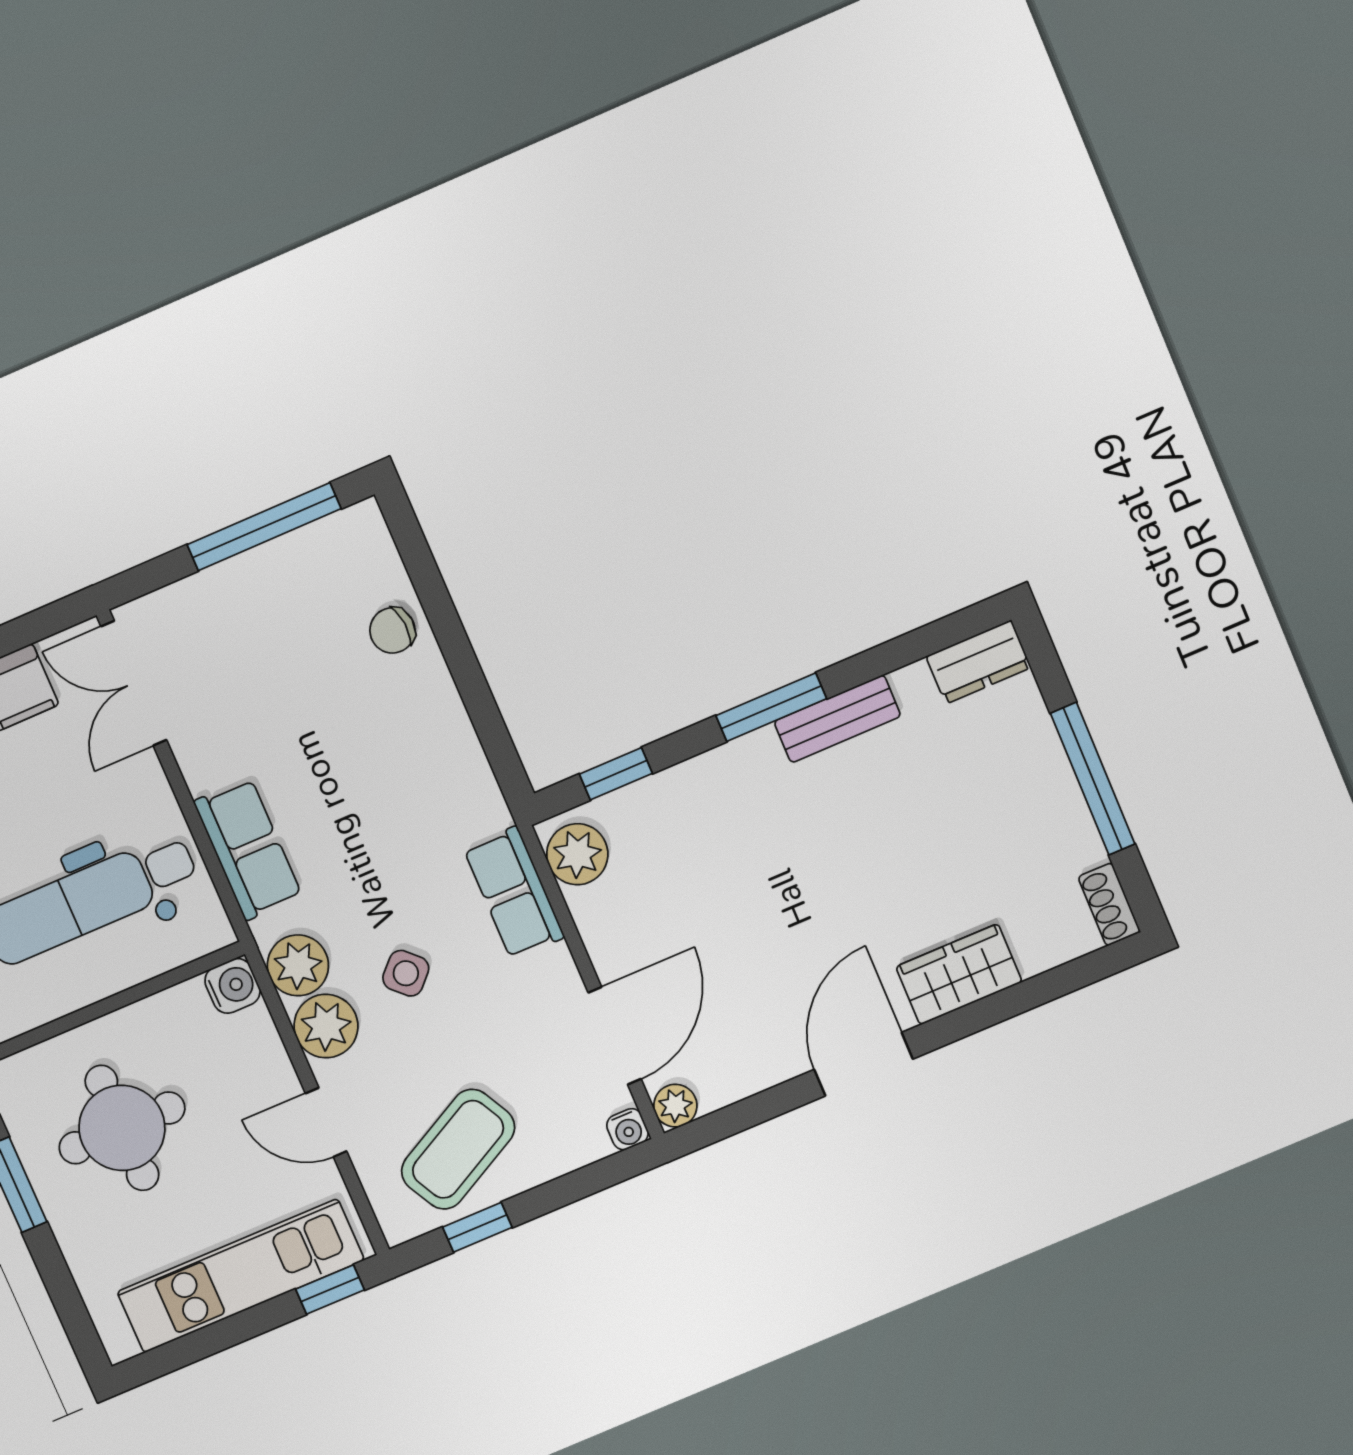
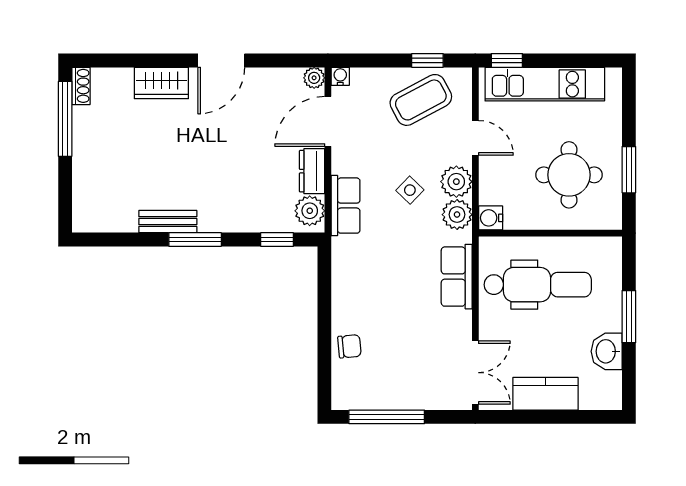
dresser: (978, 662) -> (312, 171), moved, turned -90
window: (1093, 779) -> (65, 119), moved

